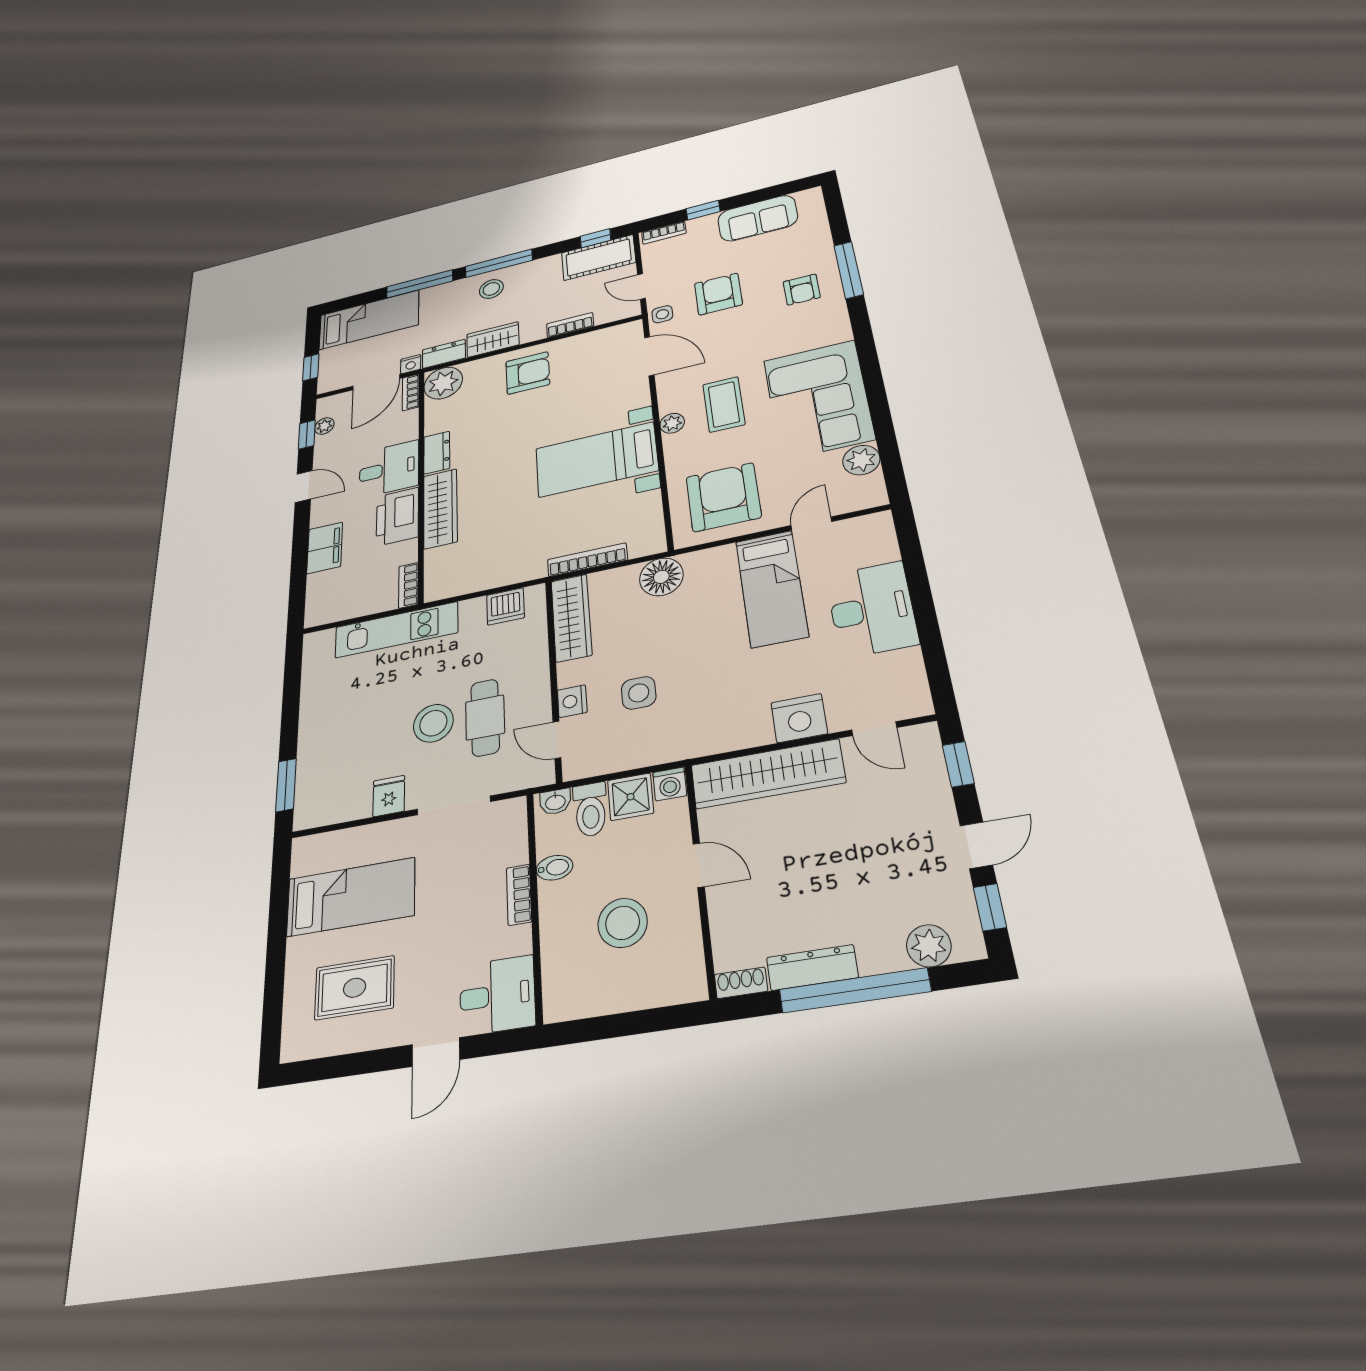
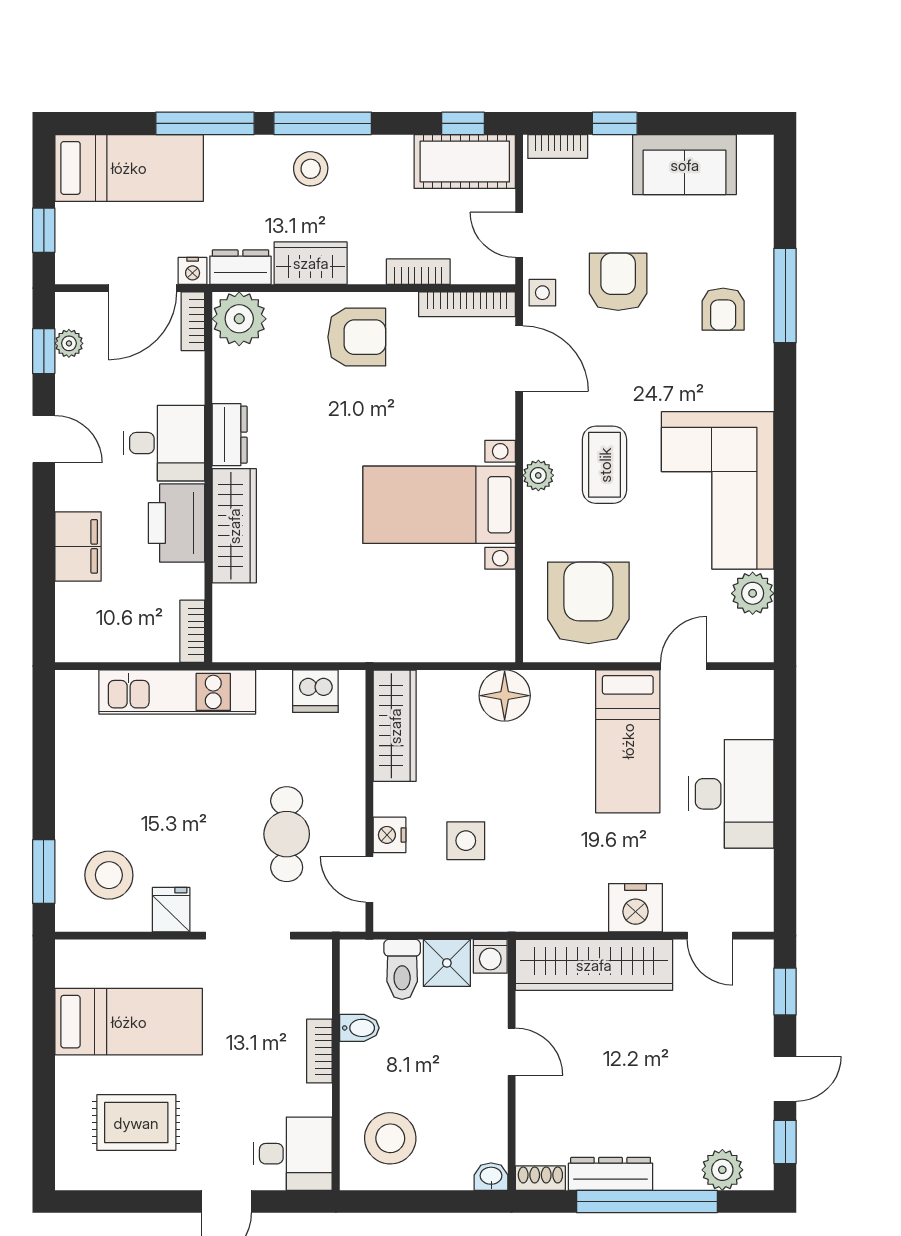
bookcase: (587, 560) -> (467, 304), moved, turned 180
stool: (433, 723) -> (109, 875), moved
washbasin: (555, 802) -> (491, 1177), moved, turned 180
stool: (623, 923) -> (390, 1138), moved

